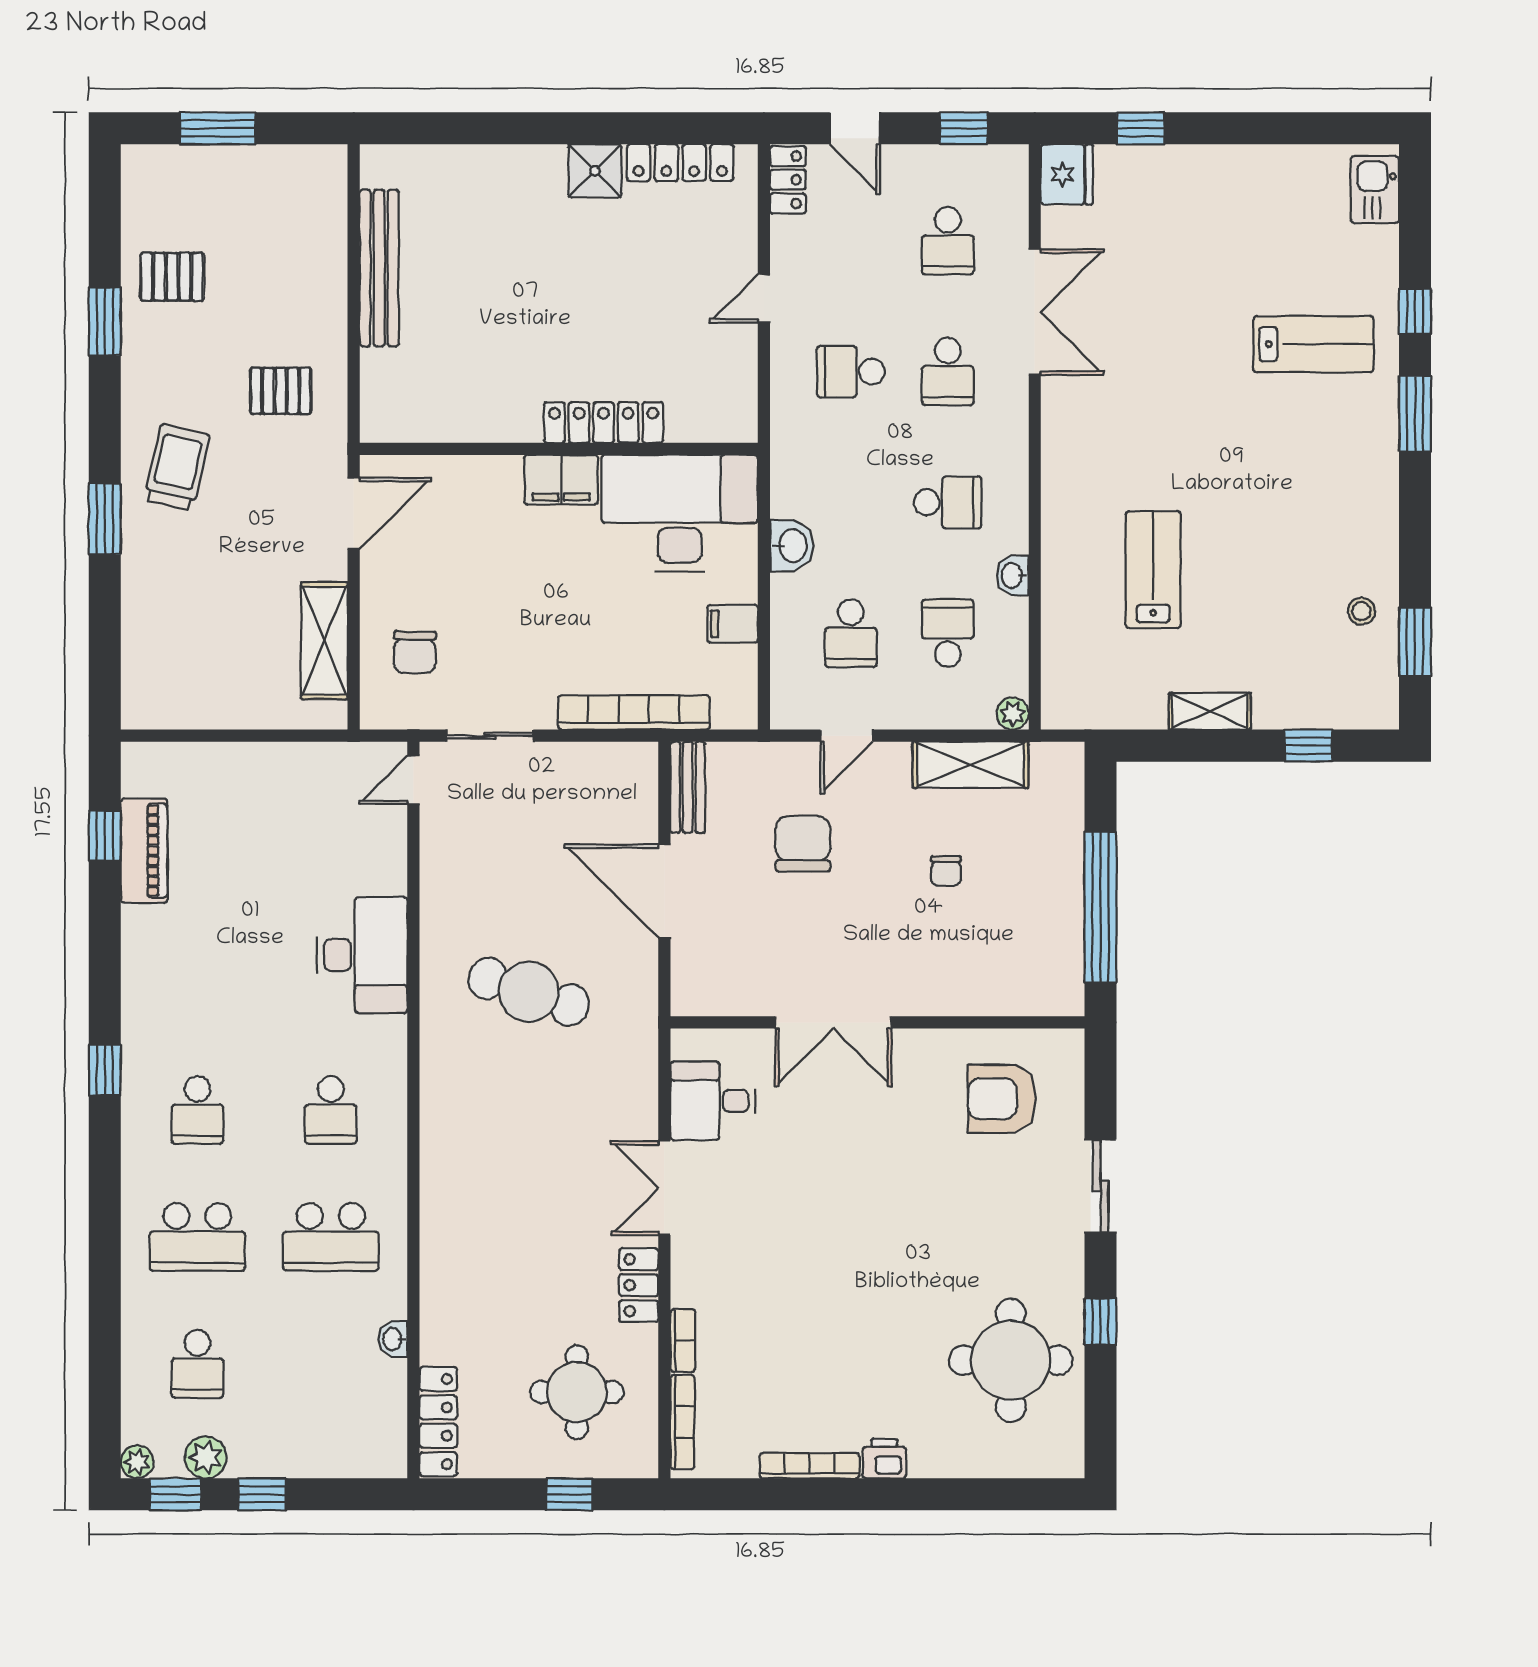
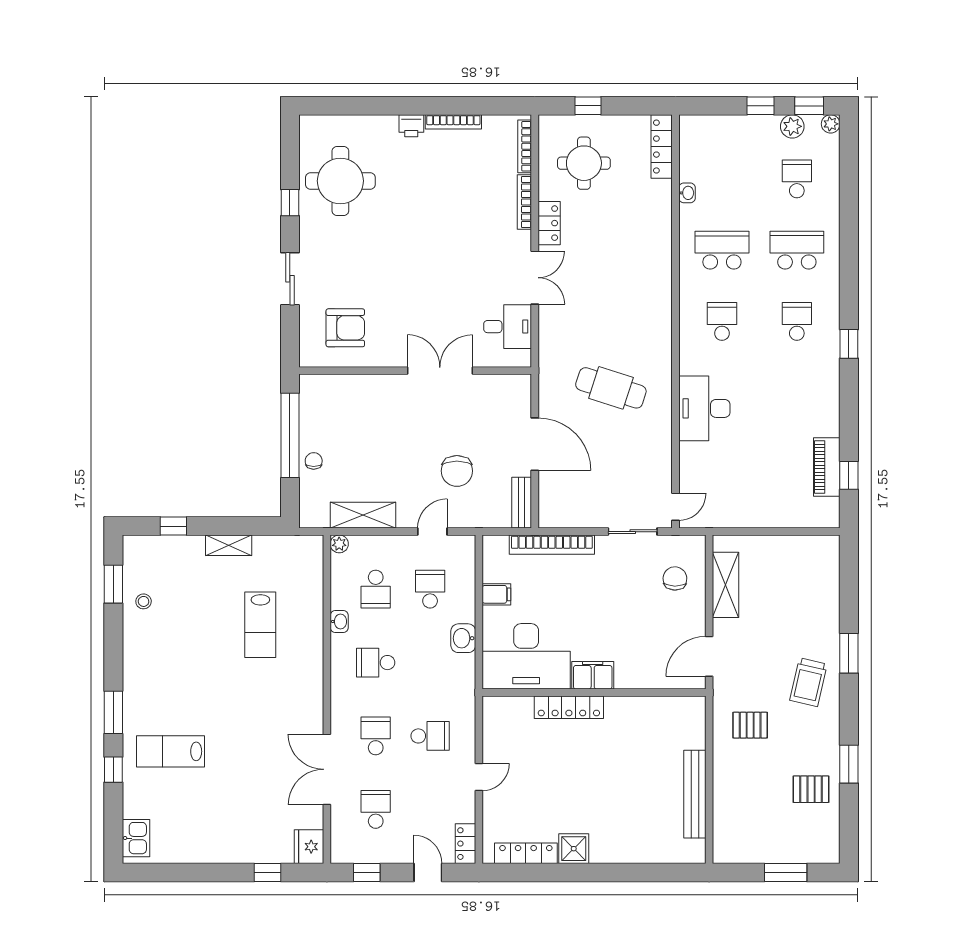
chair: (946, 871) -> (314, 461), moved
bookcase: (683, 1340) -> (524, 202), width x1.56

